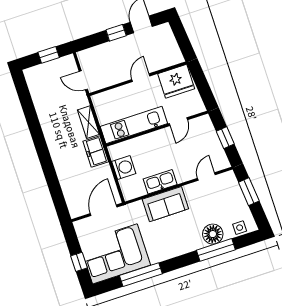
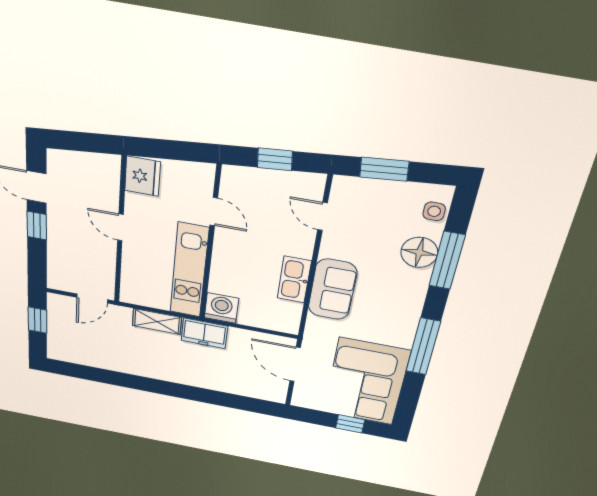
fridge: (176, 81) -> (142, 176), width x0.73, depth x0.75
washing machine: (124, 167) -> (221, 308), moved
window: (141, 275) -> (423, 347), moved

